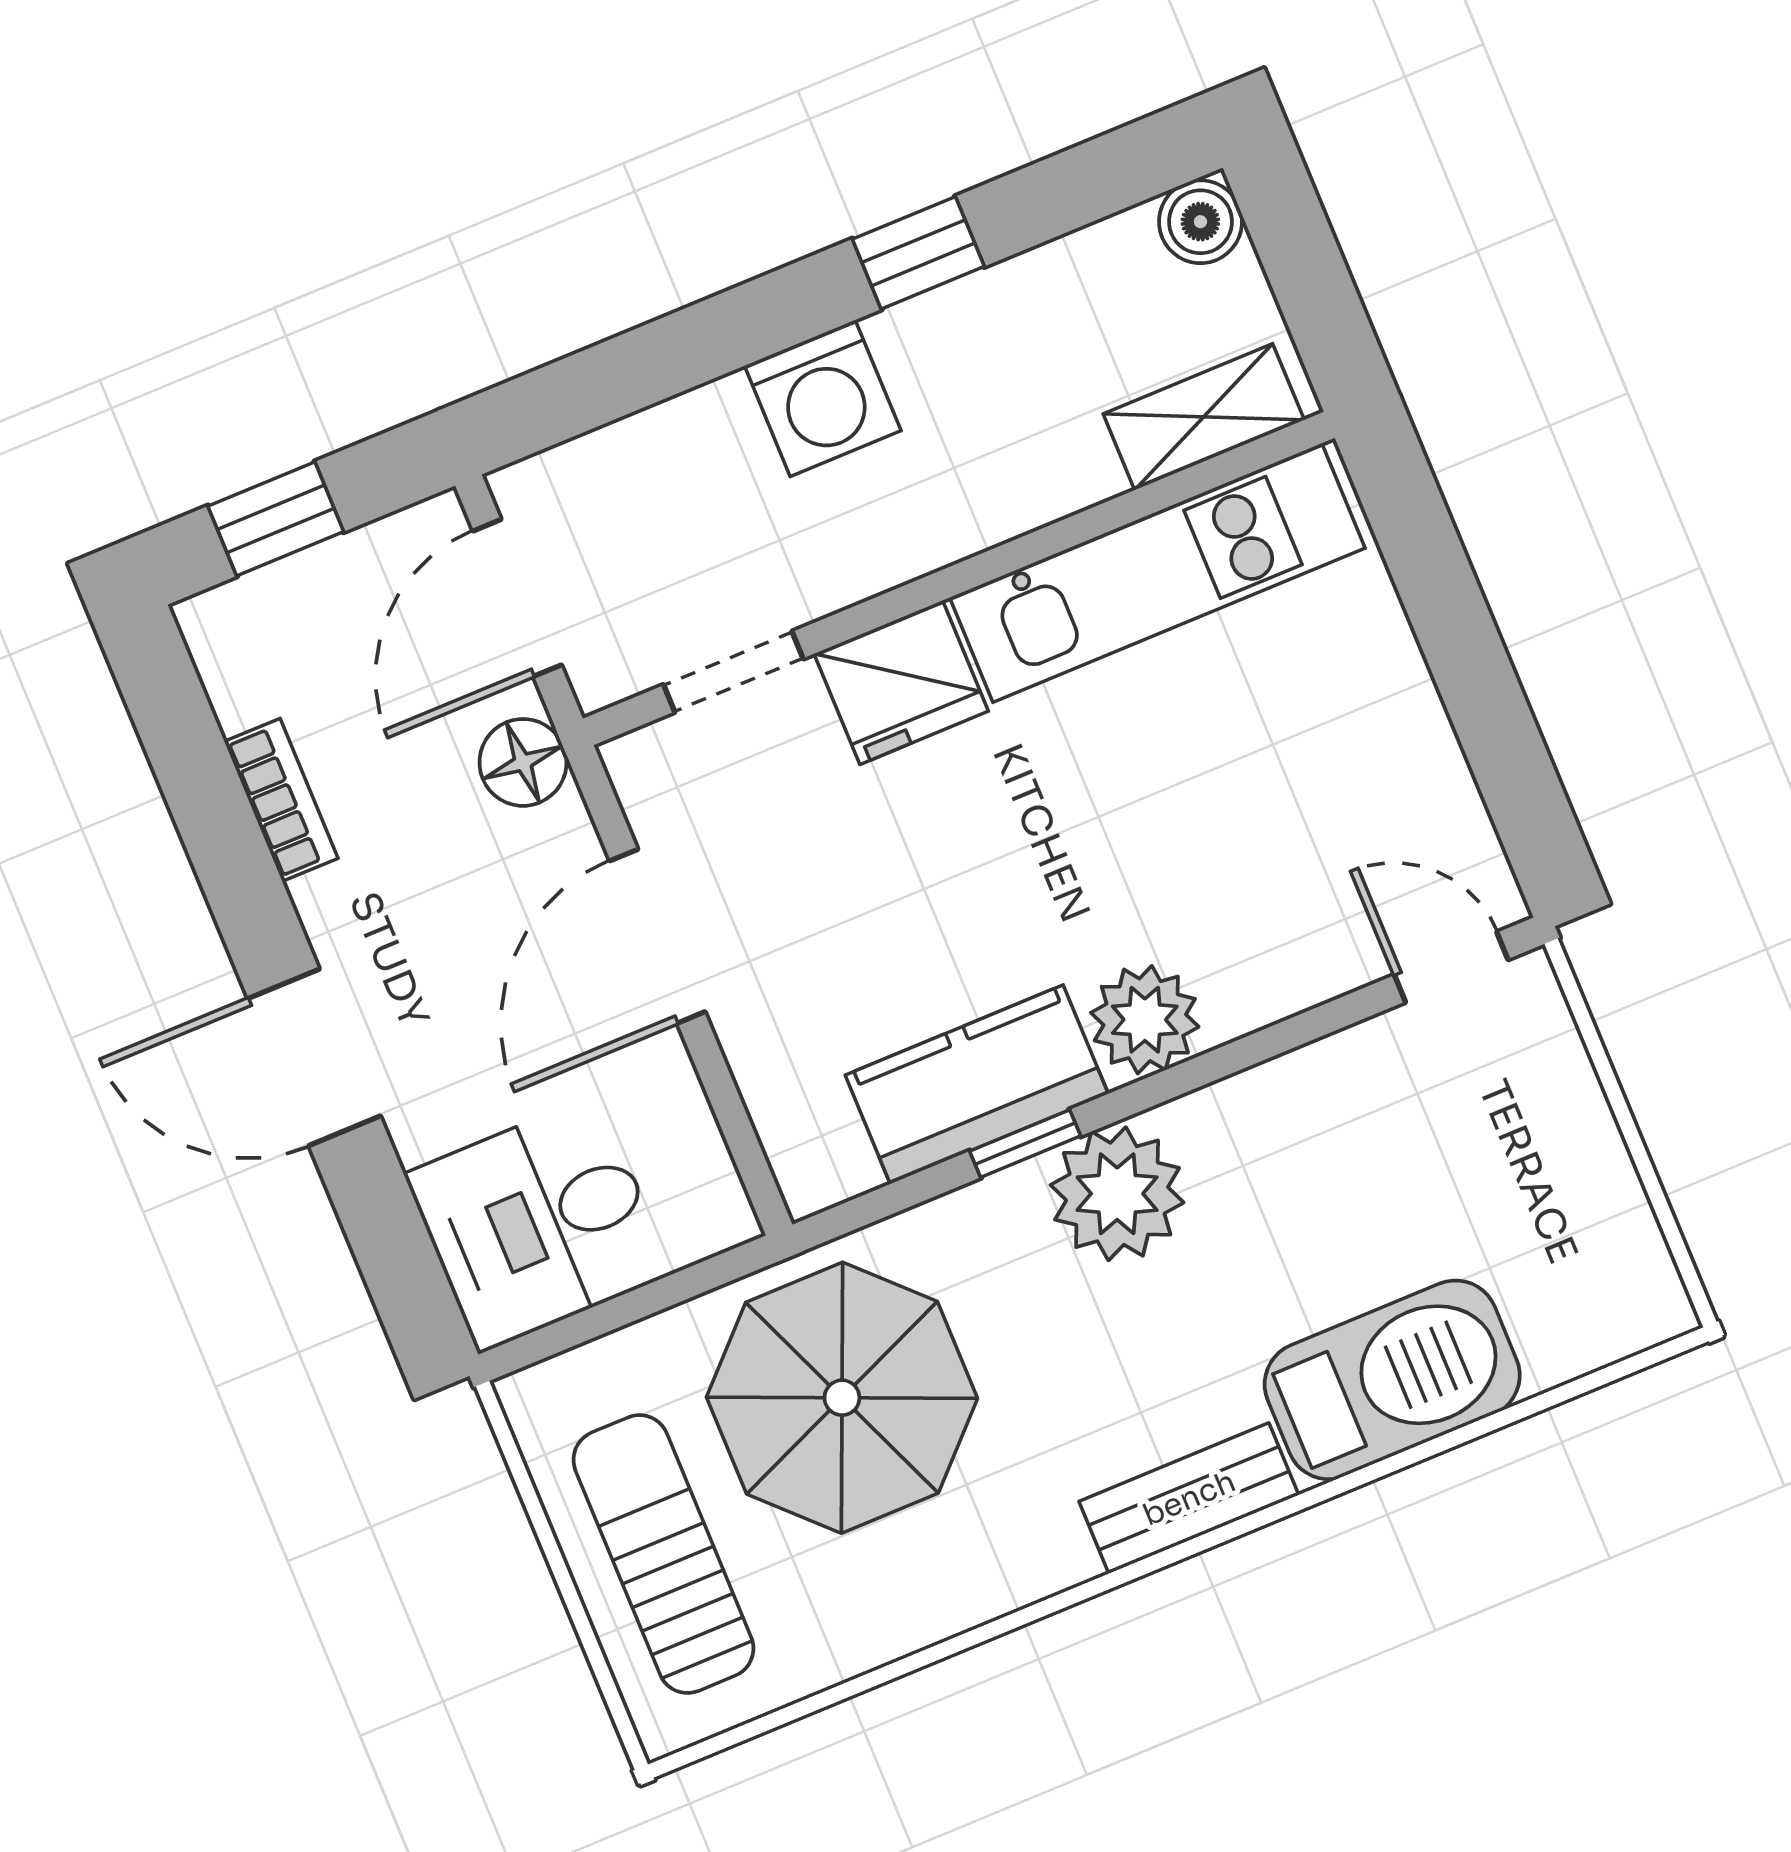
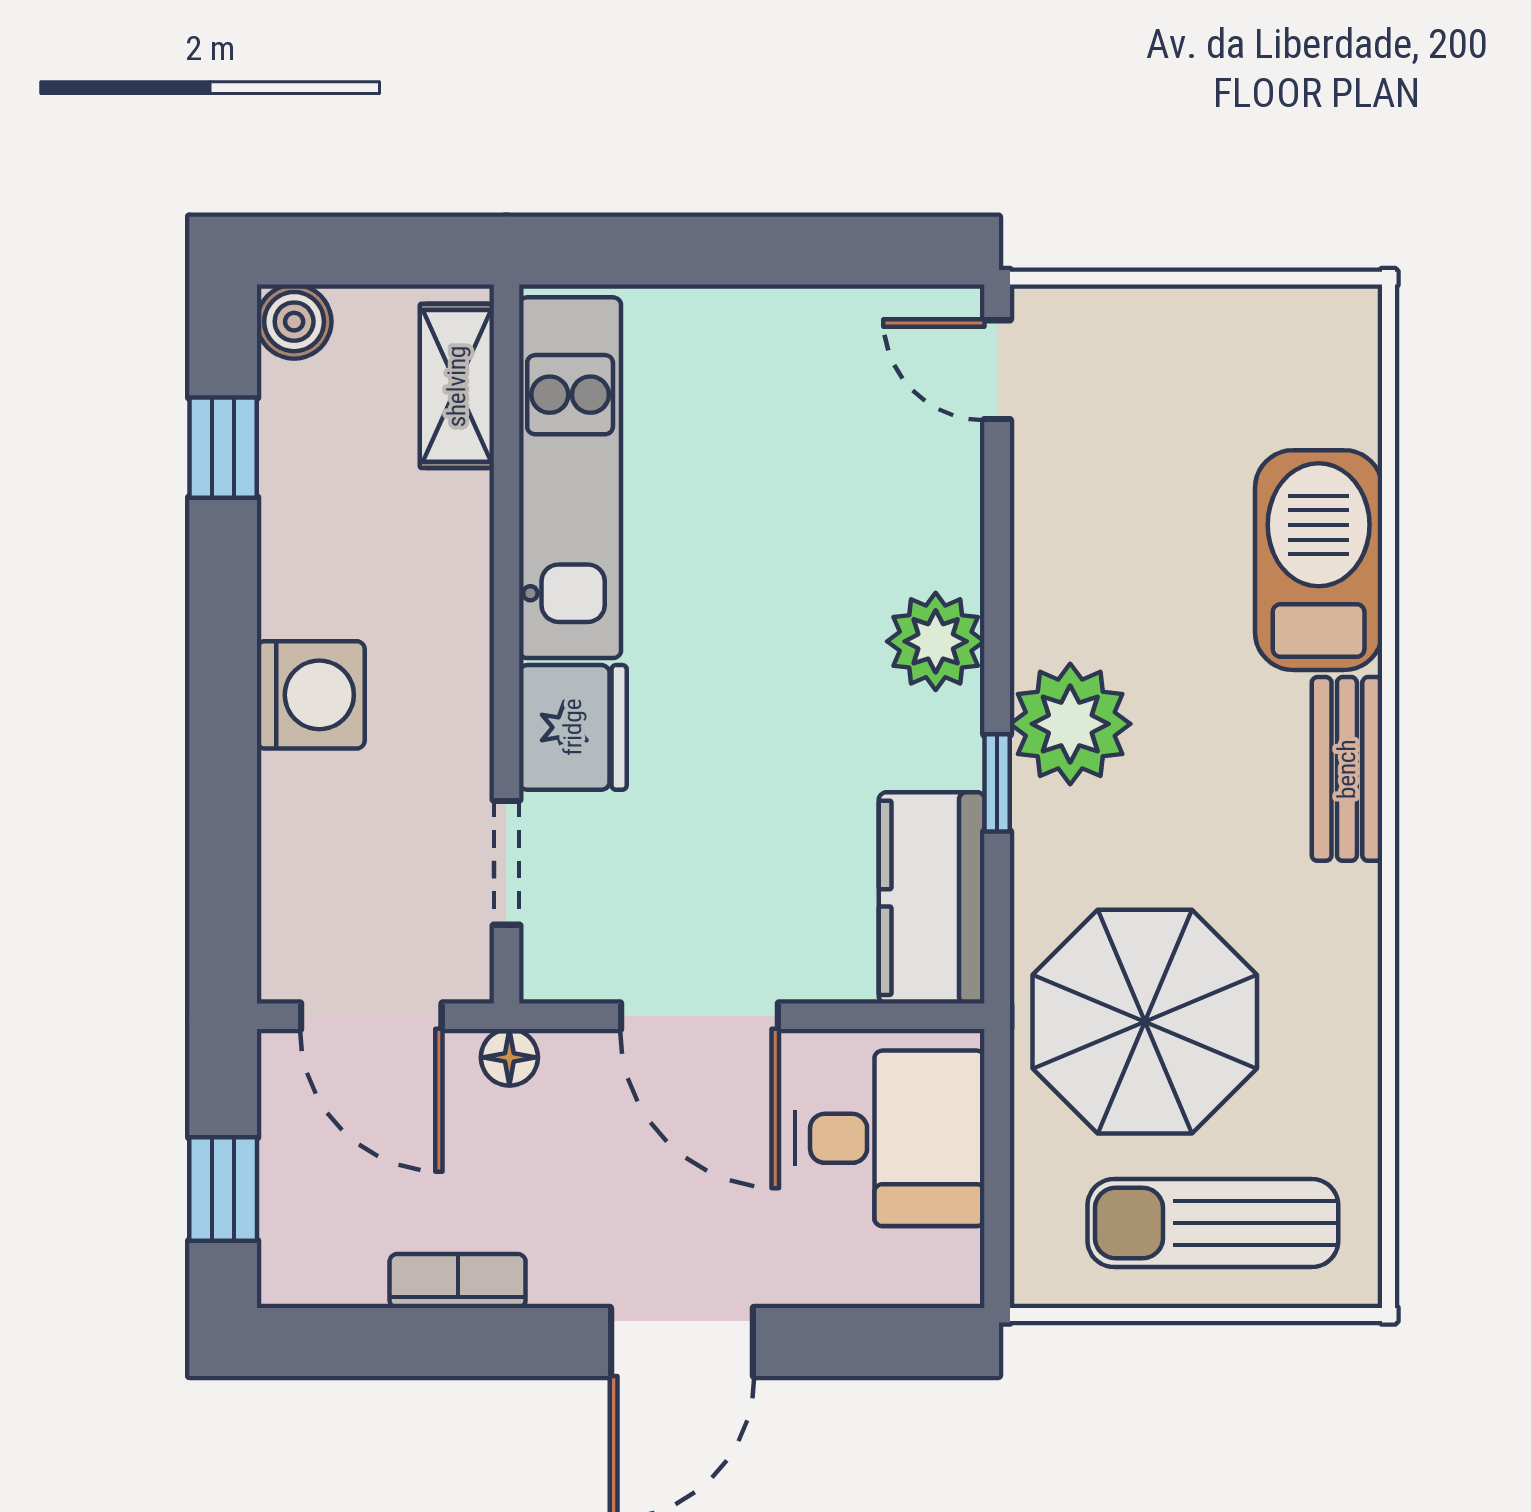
window: (918, 253) -> (223, 448), moved
floor lamp: (523, 762) -> (509, 1057), width x0.73, depth x0.73
door: (1451, 967) -> (997, 370), hinge flipped
kitchen counter: (977, 1084) -> (932, 898), moved
desk: (538, 1224) -> (890, 1138), moved, turned -90

